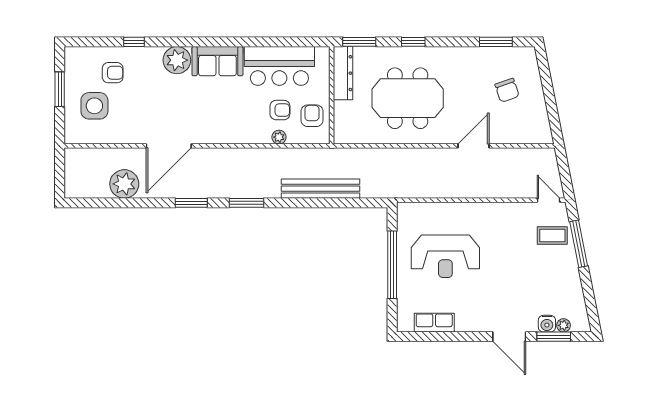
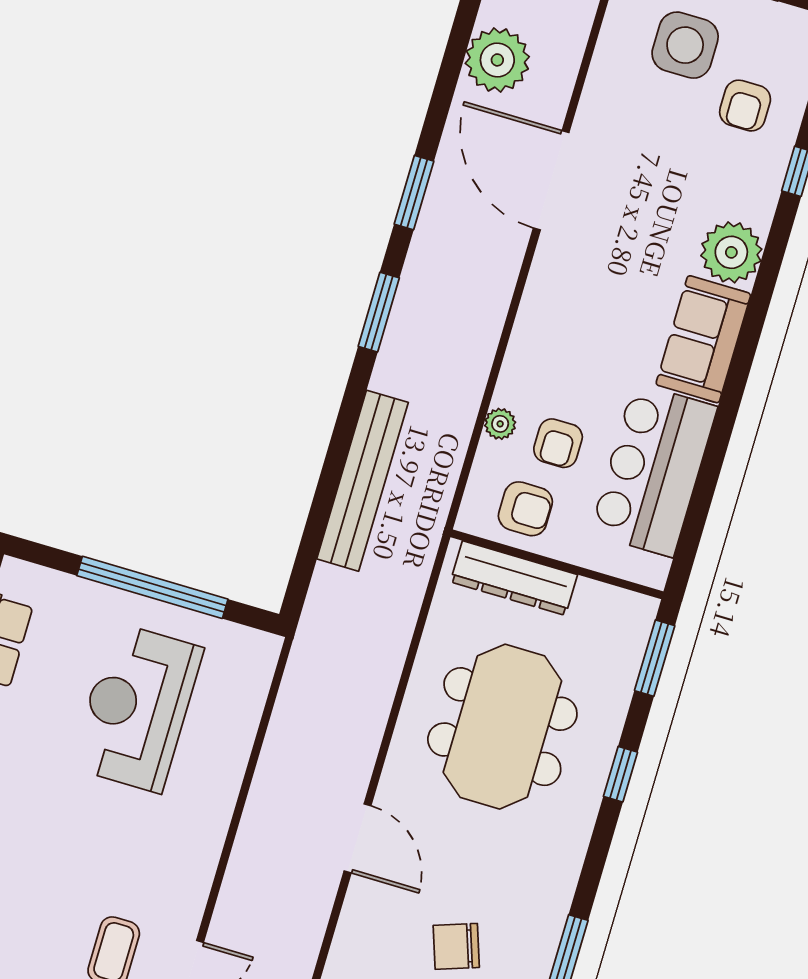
dresser: (343, 73) -> (514, 578), moved

